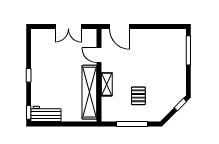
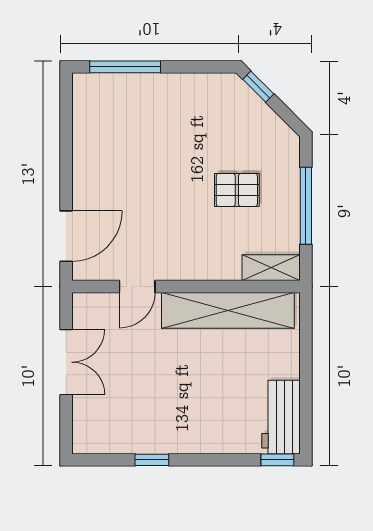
window: (29, 75) -> (152, 460), moved
shelving: (107, 84) -> (271, 268), moved

